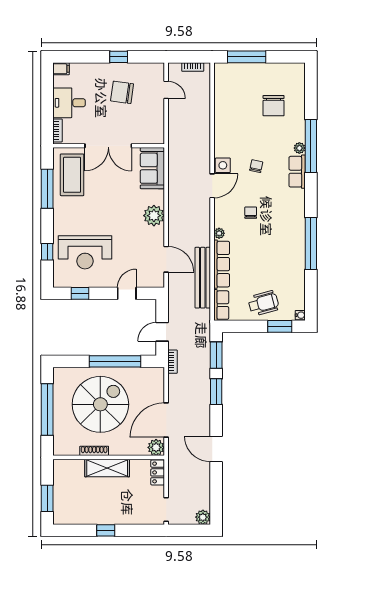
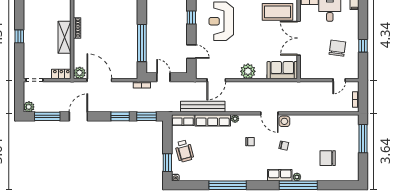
spiral stairs: (100, 404) -> (111, 32), removed
window: (216, 492) -> (47, 116), added

